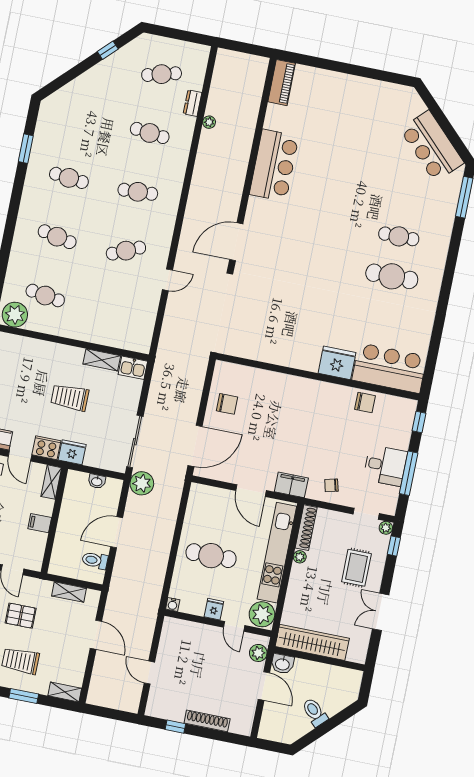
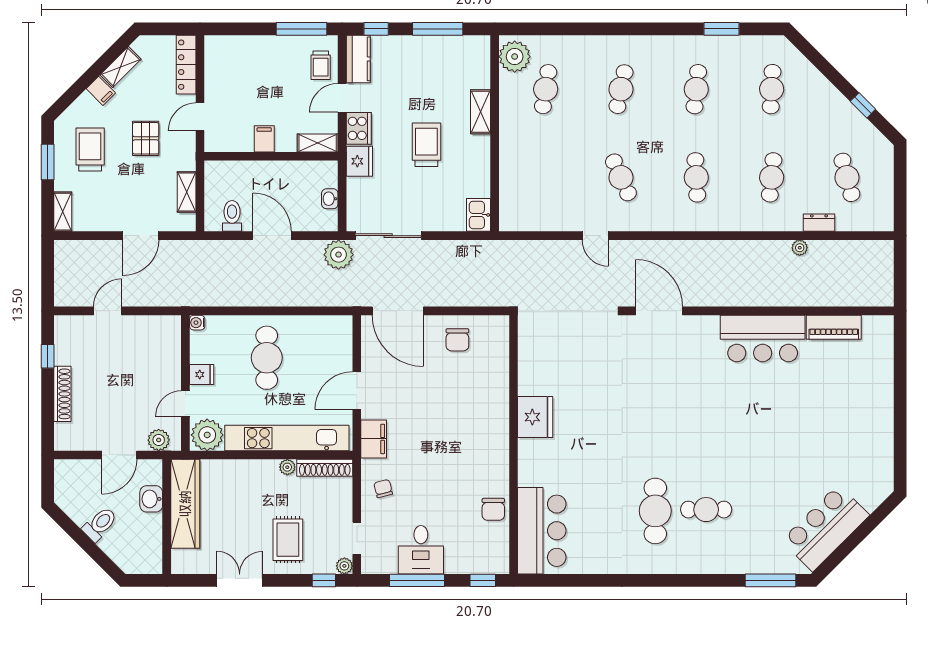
piano: (282, 83) -> (834, 327), moved
cafe table: (81, 119) -> (772, 89), added
cafe table: (399, 236) -> (706, 510), turned 90
shelving: (102, 360) -> (481, 112), moved
fridge: (337, 363) -> (535, 417), moved
rug: (356, 568) -> (288, 540), turned 90
washbasin: (282, 664) -> (151, 499), moved

